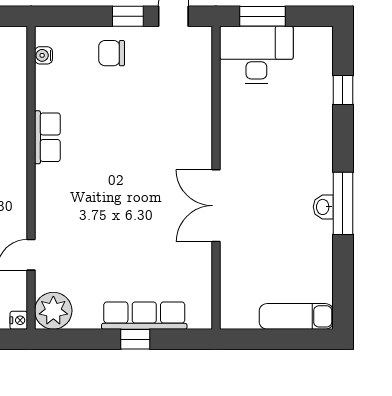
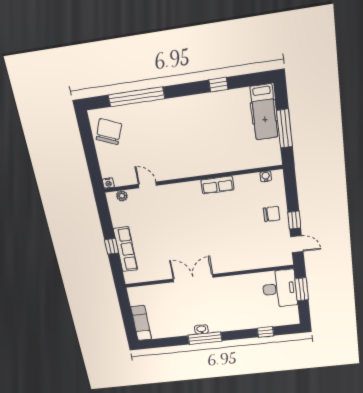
chair: (112, 53) -> (272, 214), turned 90
plant: (53, 311) -> (122, 196), width x0.53, depth x0.53

